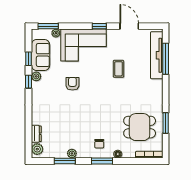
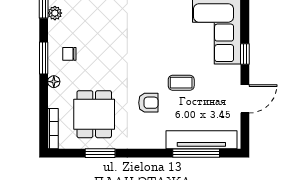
armchair: (72, 84) -> (148, 103), moved

